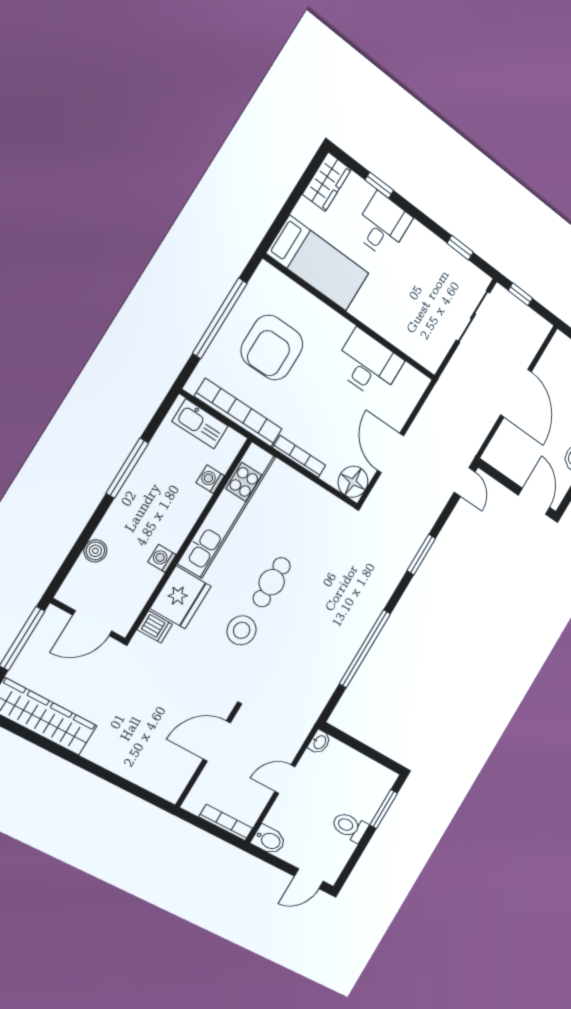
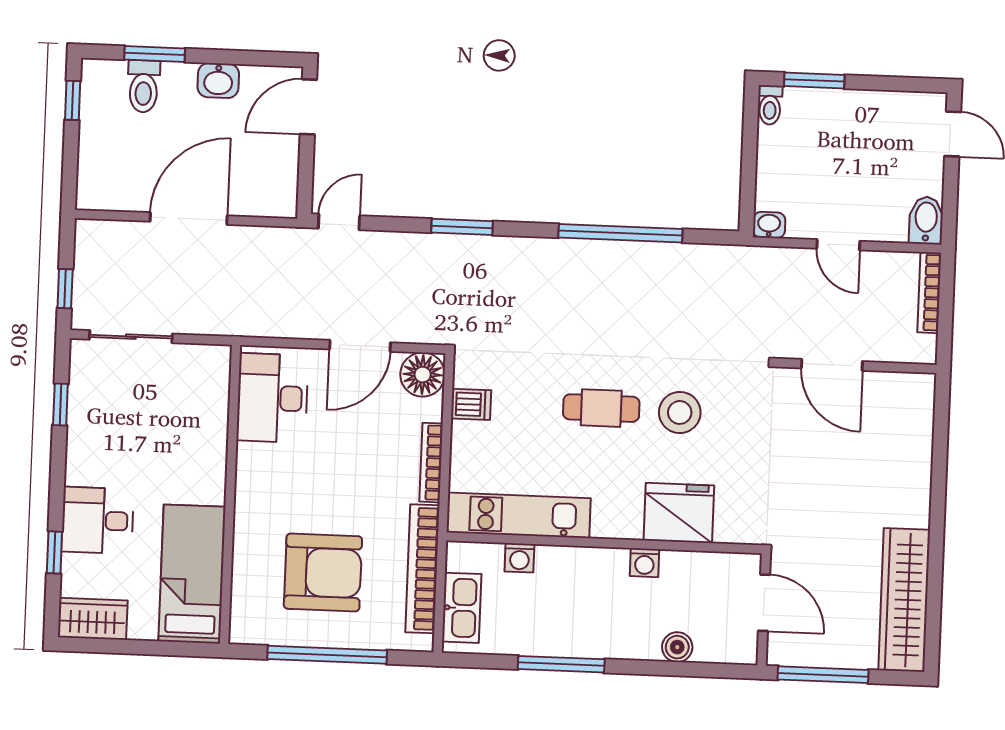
desk: (368, 364) -> (272, 398), moved
kitchen unit: (227, 510) -> (519, 515), width x0.73
dishwasher: (155, 627) -> (471, 404), moved, turned 90
toilet: (350, 827) -> (770, 105), moved, width x0.73, depth x0.72

